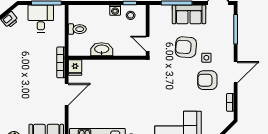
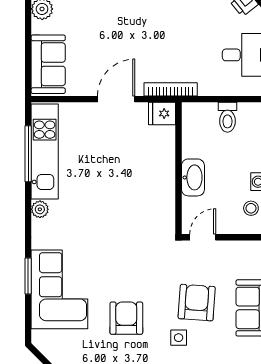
washbasin: (102, 49) -> (193, 177), moved
armchair: (207, 80) -> (126, 318), moved
door: (67, 94) -> (116, 99), swing flipped

